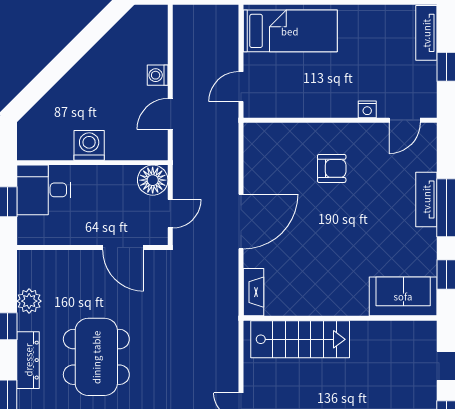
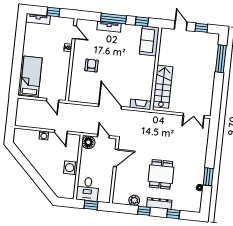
dining table: (96, 357) -> (161, 174), width x0.73

